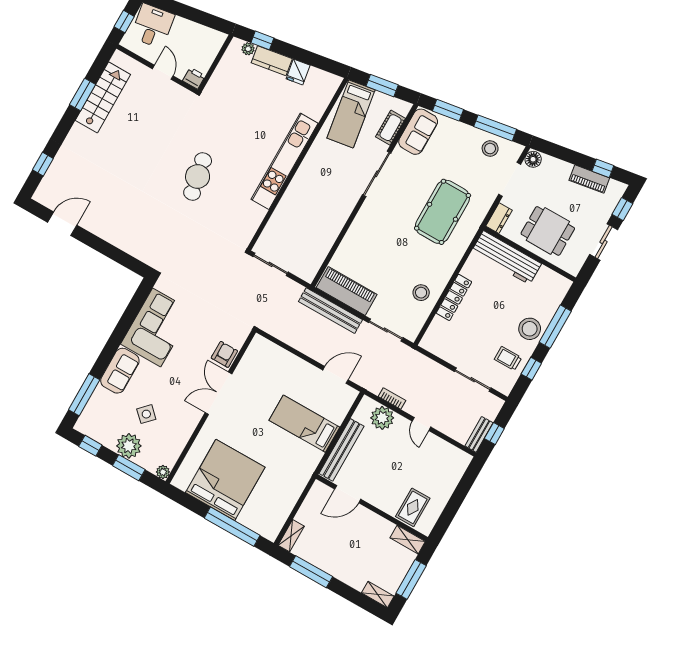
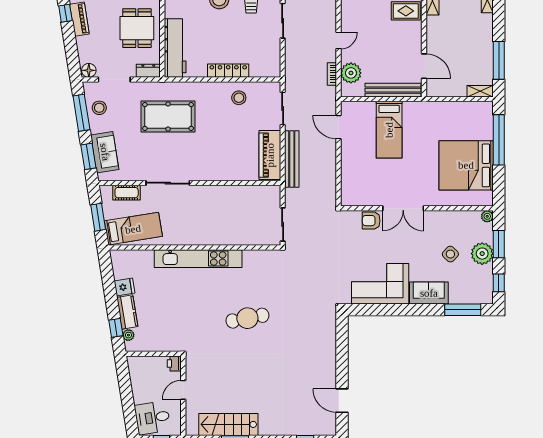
sofa: (418, 132) -> (105, 152), moved, turned 81

